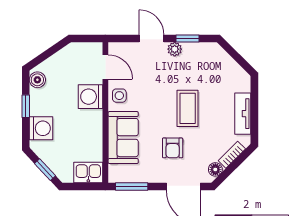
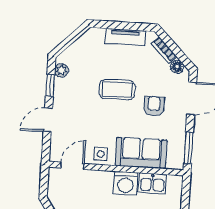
plant: (175, 49) -> (61, 70), moved
washing machine: (90, 97) -> (126, 183), moved
armchair: (173, 148) -> (154, 106), turned -90
kitchen sink: (88, 173) -> (152, 183), moved, turned -90

